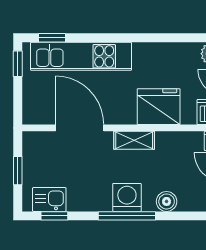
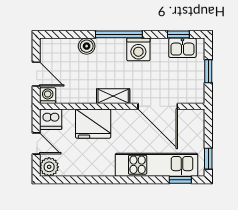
washing machine: (127, 197) -> (138, 49), moved

